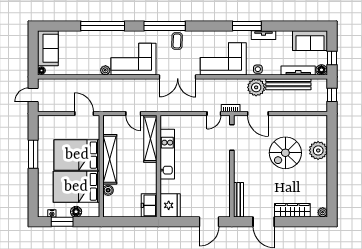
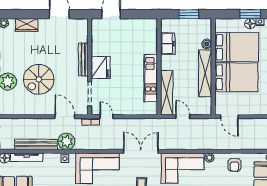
armchair: (79, 63) -> (234, 165), added
door: (214, 114) -> (106, 117), hinge flipped
spiral stairs: (285, 153) -> (39, 79), turned 180
bench: (238, 200) -> (83, 59), moved
freezer: (149, 205) -> (168, 44), moved
fridge: (170, 205) -> (101, 68), moved, turned 180
wardrobe: (292, 210) -> (27, 25), width x0.67
floor lamp: (76, 212) -> (250, 24), moved
window: (127, 222) -> (189, 14), added

